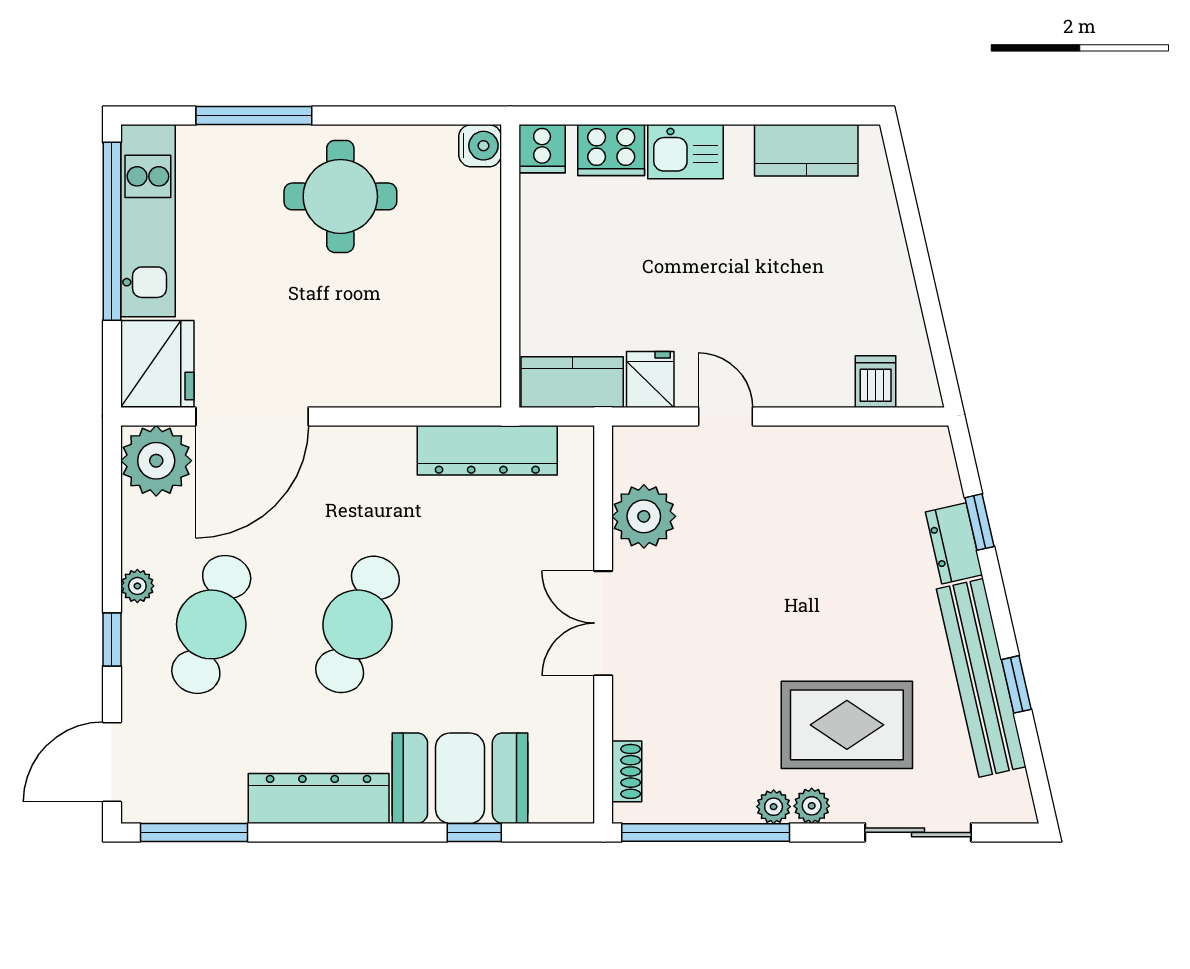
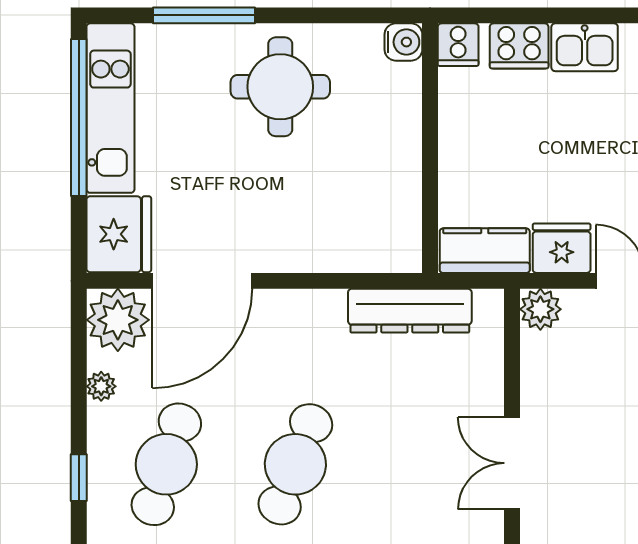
fridge: (650, 379) -> (562, 248), width x1.38
plant: (644, 516) -> (540, 309), moved, width x0.73, depth x0.73
plant: (137, 586) -> (101, 386), moved

